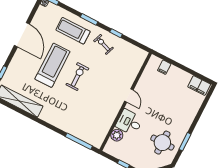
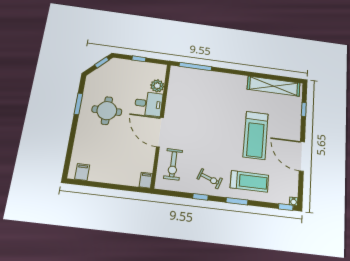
filing cabinet: (164, 67) -> (146, 180), moved
exercise bike: (77, 77) -> (173, 164), moved
filing cabinet: (199, 86) -> (82, 172), width x0.50
door: (129, 96) -> (160, 132), width x1.88
round table: (162, 143) -> (107, 111), moved

